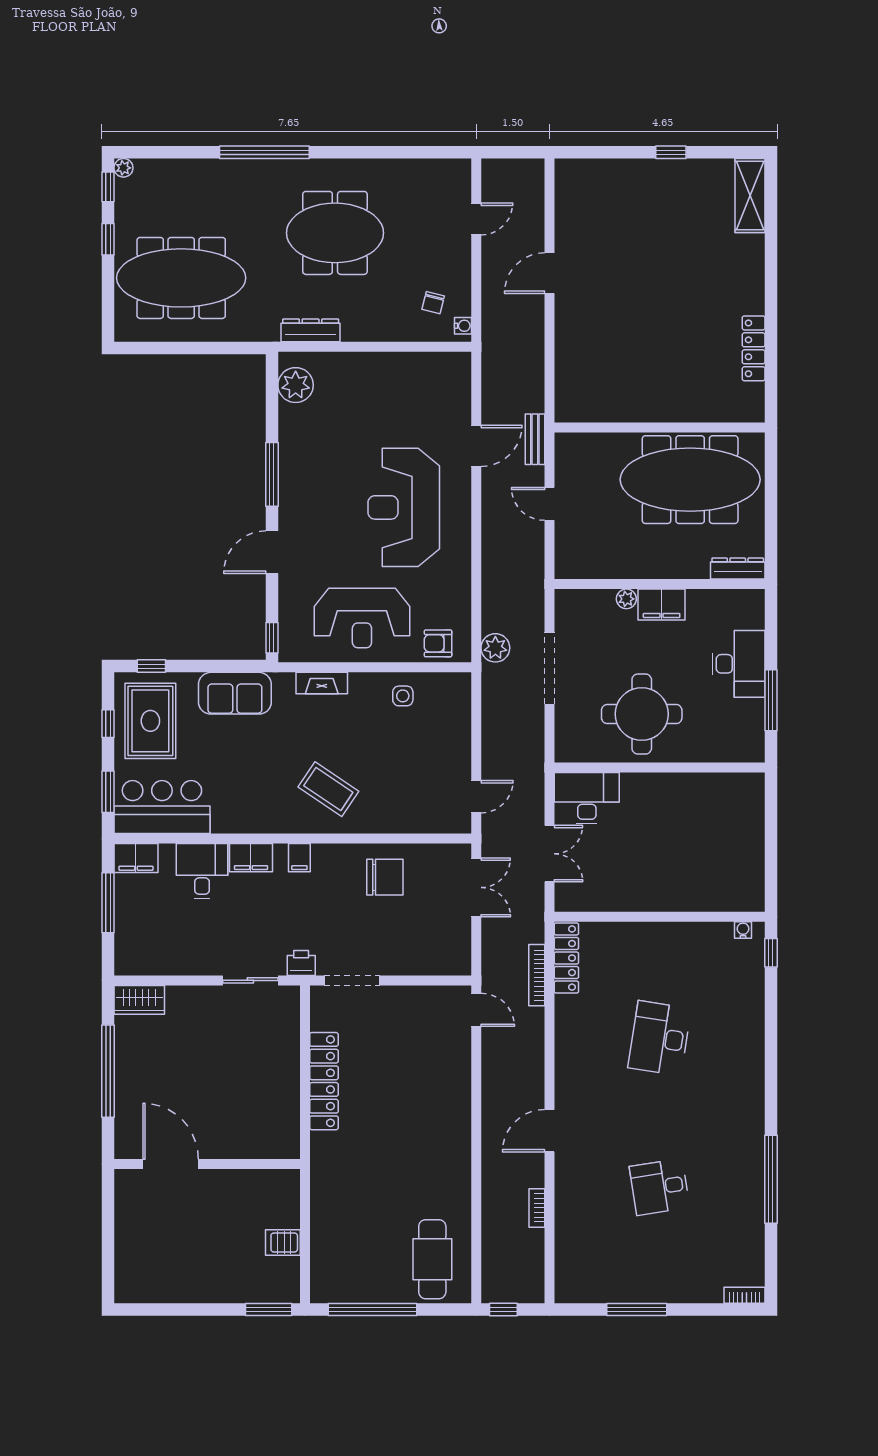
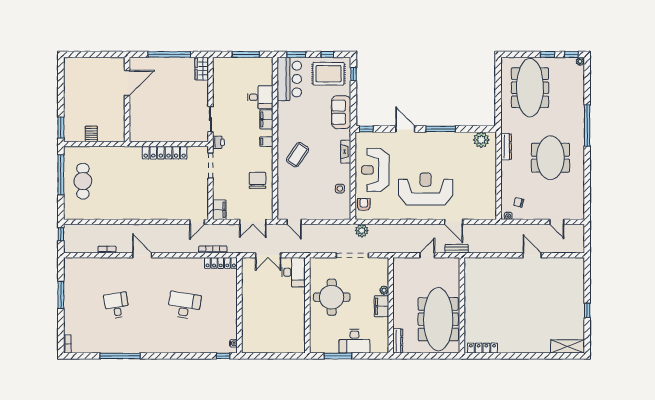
locker: (754, 348) -> (482, 348), moved
filing cabinet: (136, 858) -> (219, 210), moved, turned 180
chair: (385, 877) -> (257, 180), turned 180
cafe table: (432, 1259) -> (83, 181), moved, turned 90

